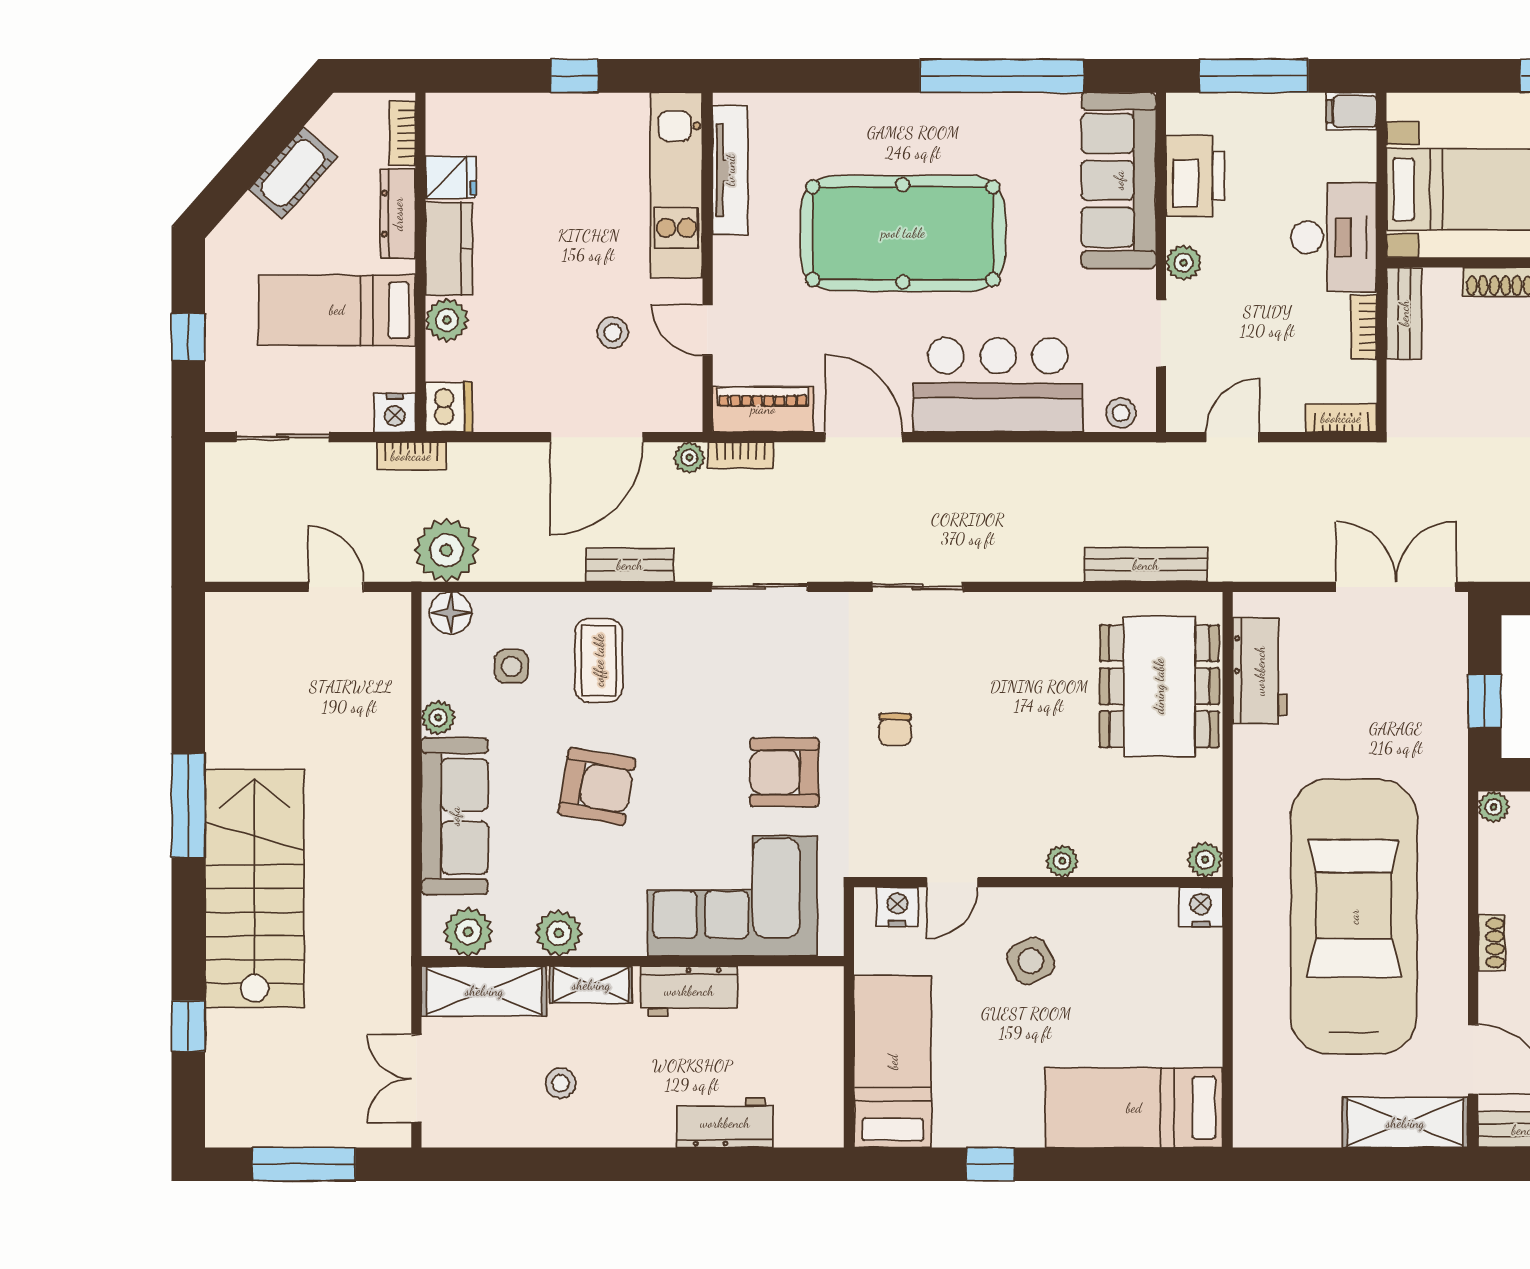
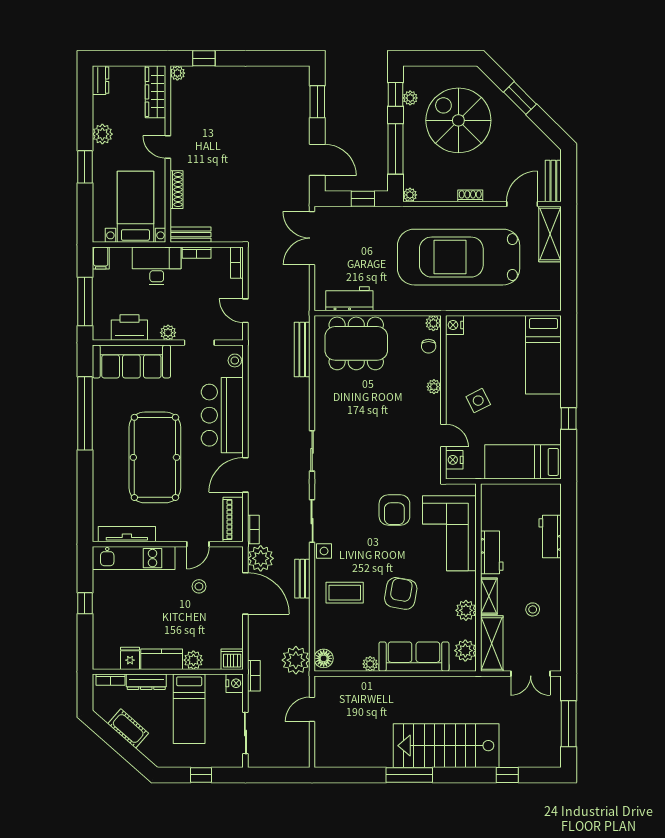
plant: (689, 458) -> (261, 558), width x1.88, depth x1.88
side table: (511, 666) -> (324, 551), moved
chair: (895, 729) -> (429, 346), moved, turned 90

